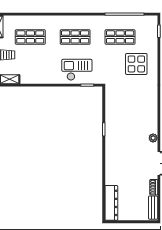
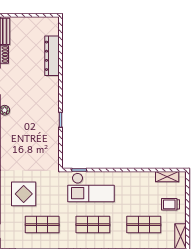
checkout: (77, 70) -> (91, 187), width x1.36, depth x1.21
dresser: (111, 203) -> (52, 56), moved

